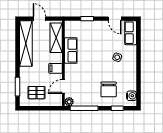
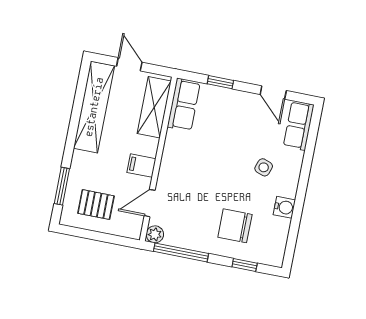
row of seats: (71, 50) -> (184, 105), moved
chair: (109, 89) -> (235, 226), turned 90
water cooler: (132, 96) -> (284, 207), moved

